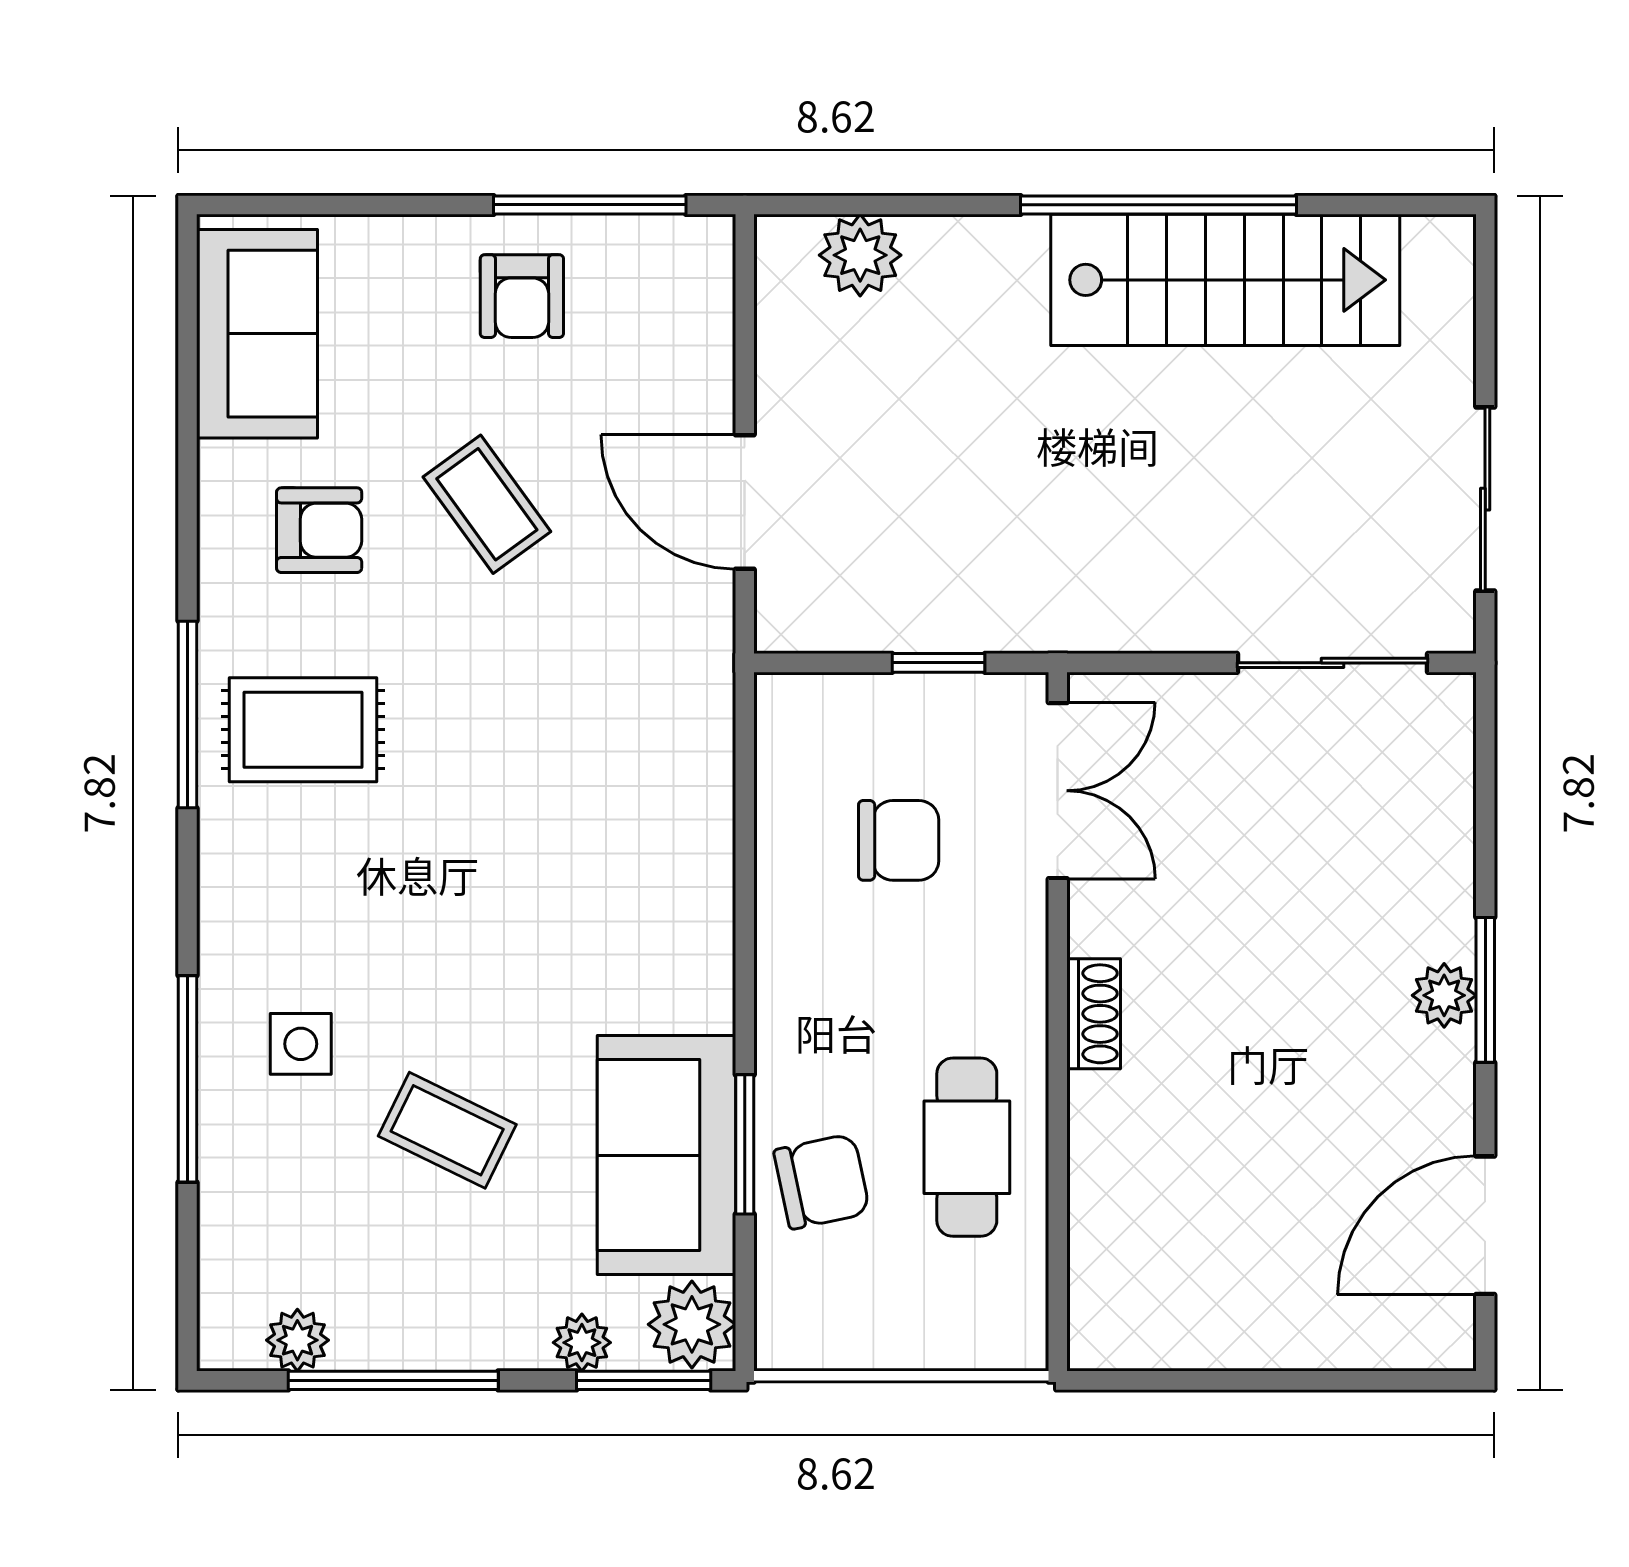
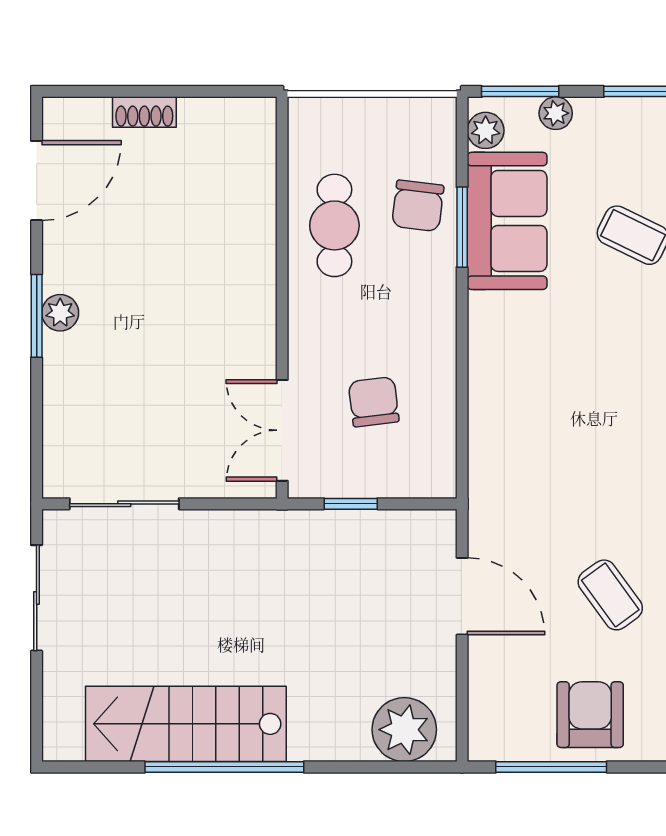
plant: (860, 255) -> (404, 730), width x1.36, depth x1.36
armchair: (522, 296) -> (590, 715), width x1.38, depth x1.38
chair: (899, 840) -> (374, 402), turned 83
shoe rack: (1094, 1014) -> (144, 112), moved, turned -90
chair: (822, 1181) -> (418, 206), turned -71
plant: (692, 1324) -> (486, 130), width x0.73, depth x0.73

